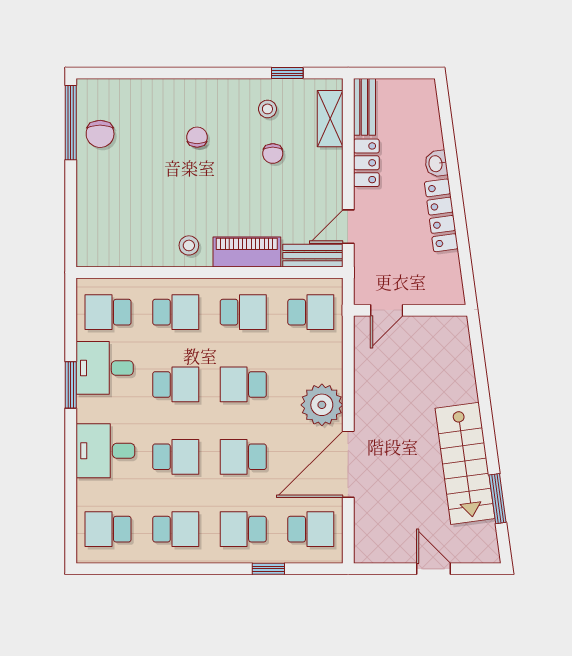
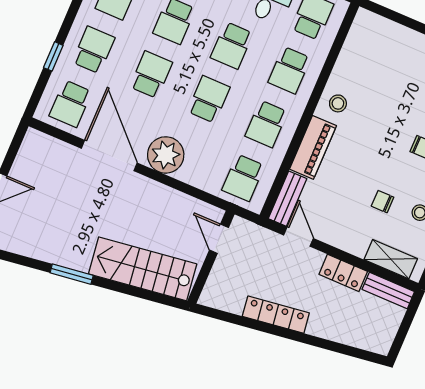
washbasin: (436, 164) -> (319, 328), removed
stairs: (465, 463) -> (143, 269), moved
window: (498, 499) -> (72, 274), moved

